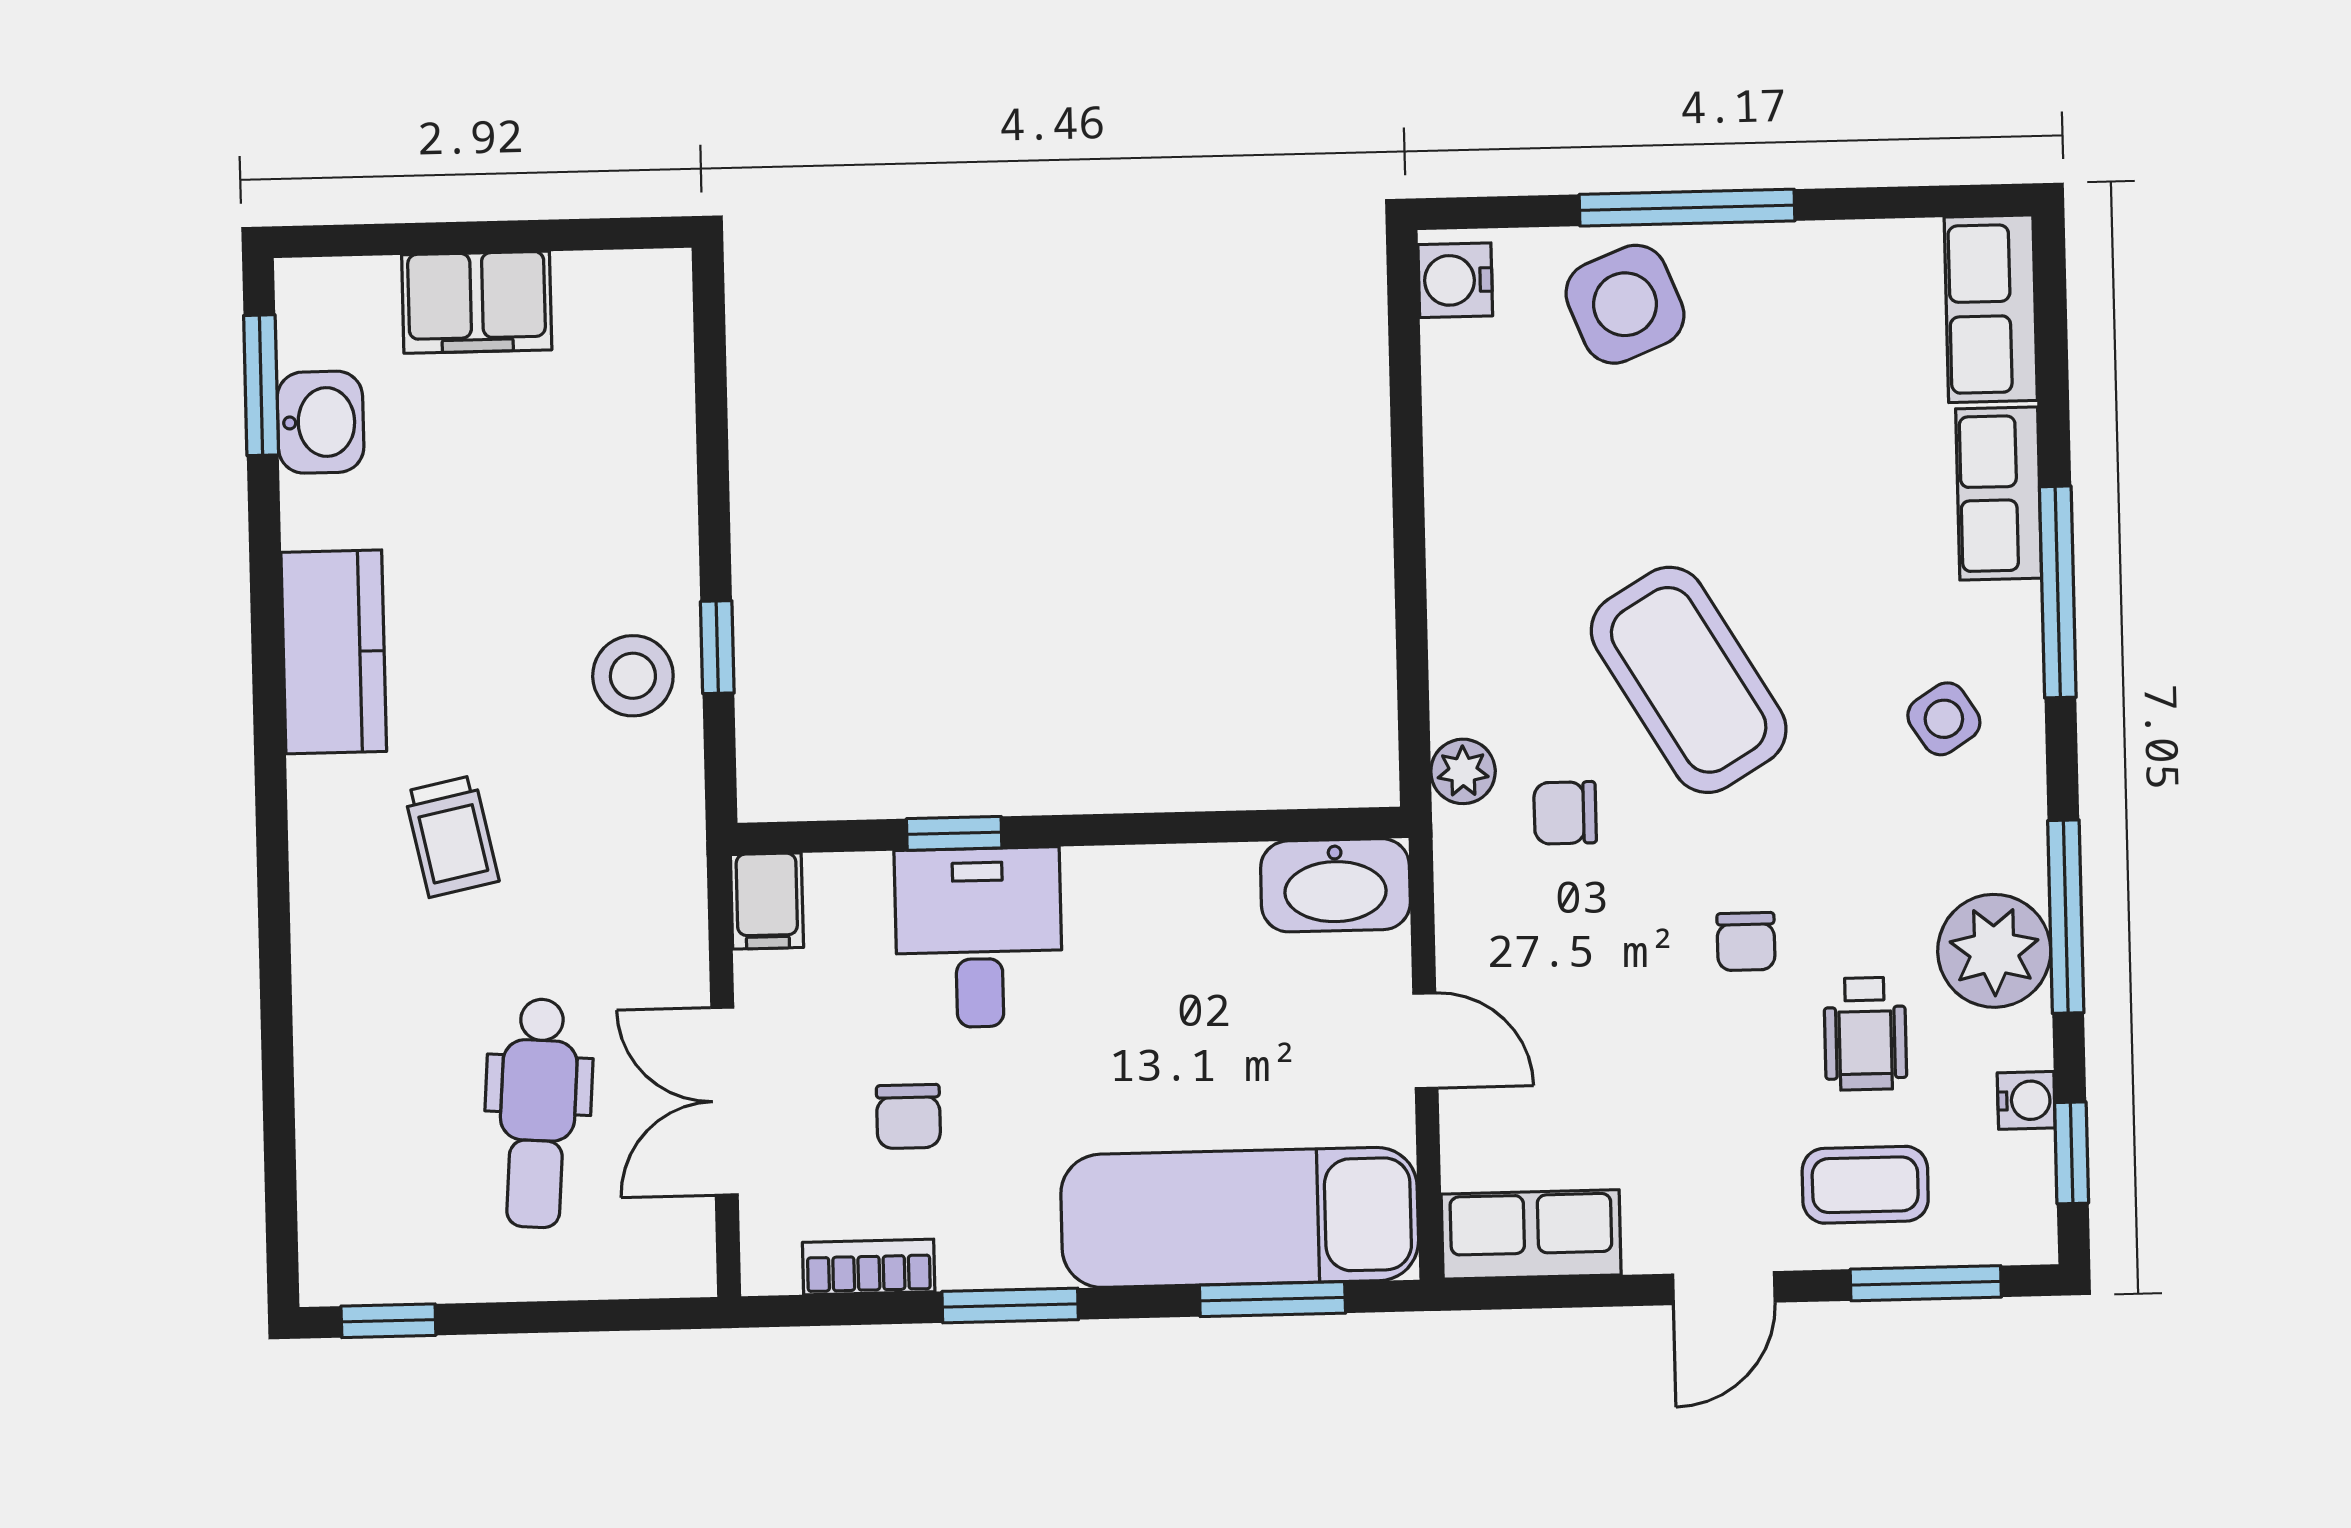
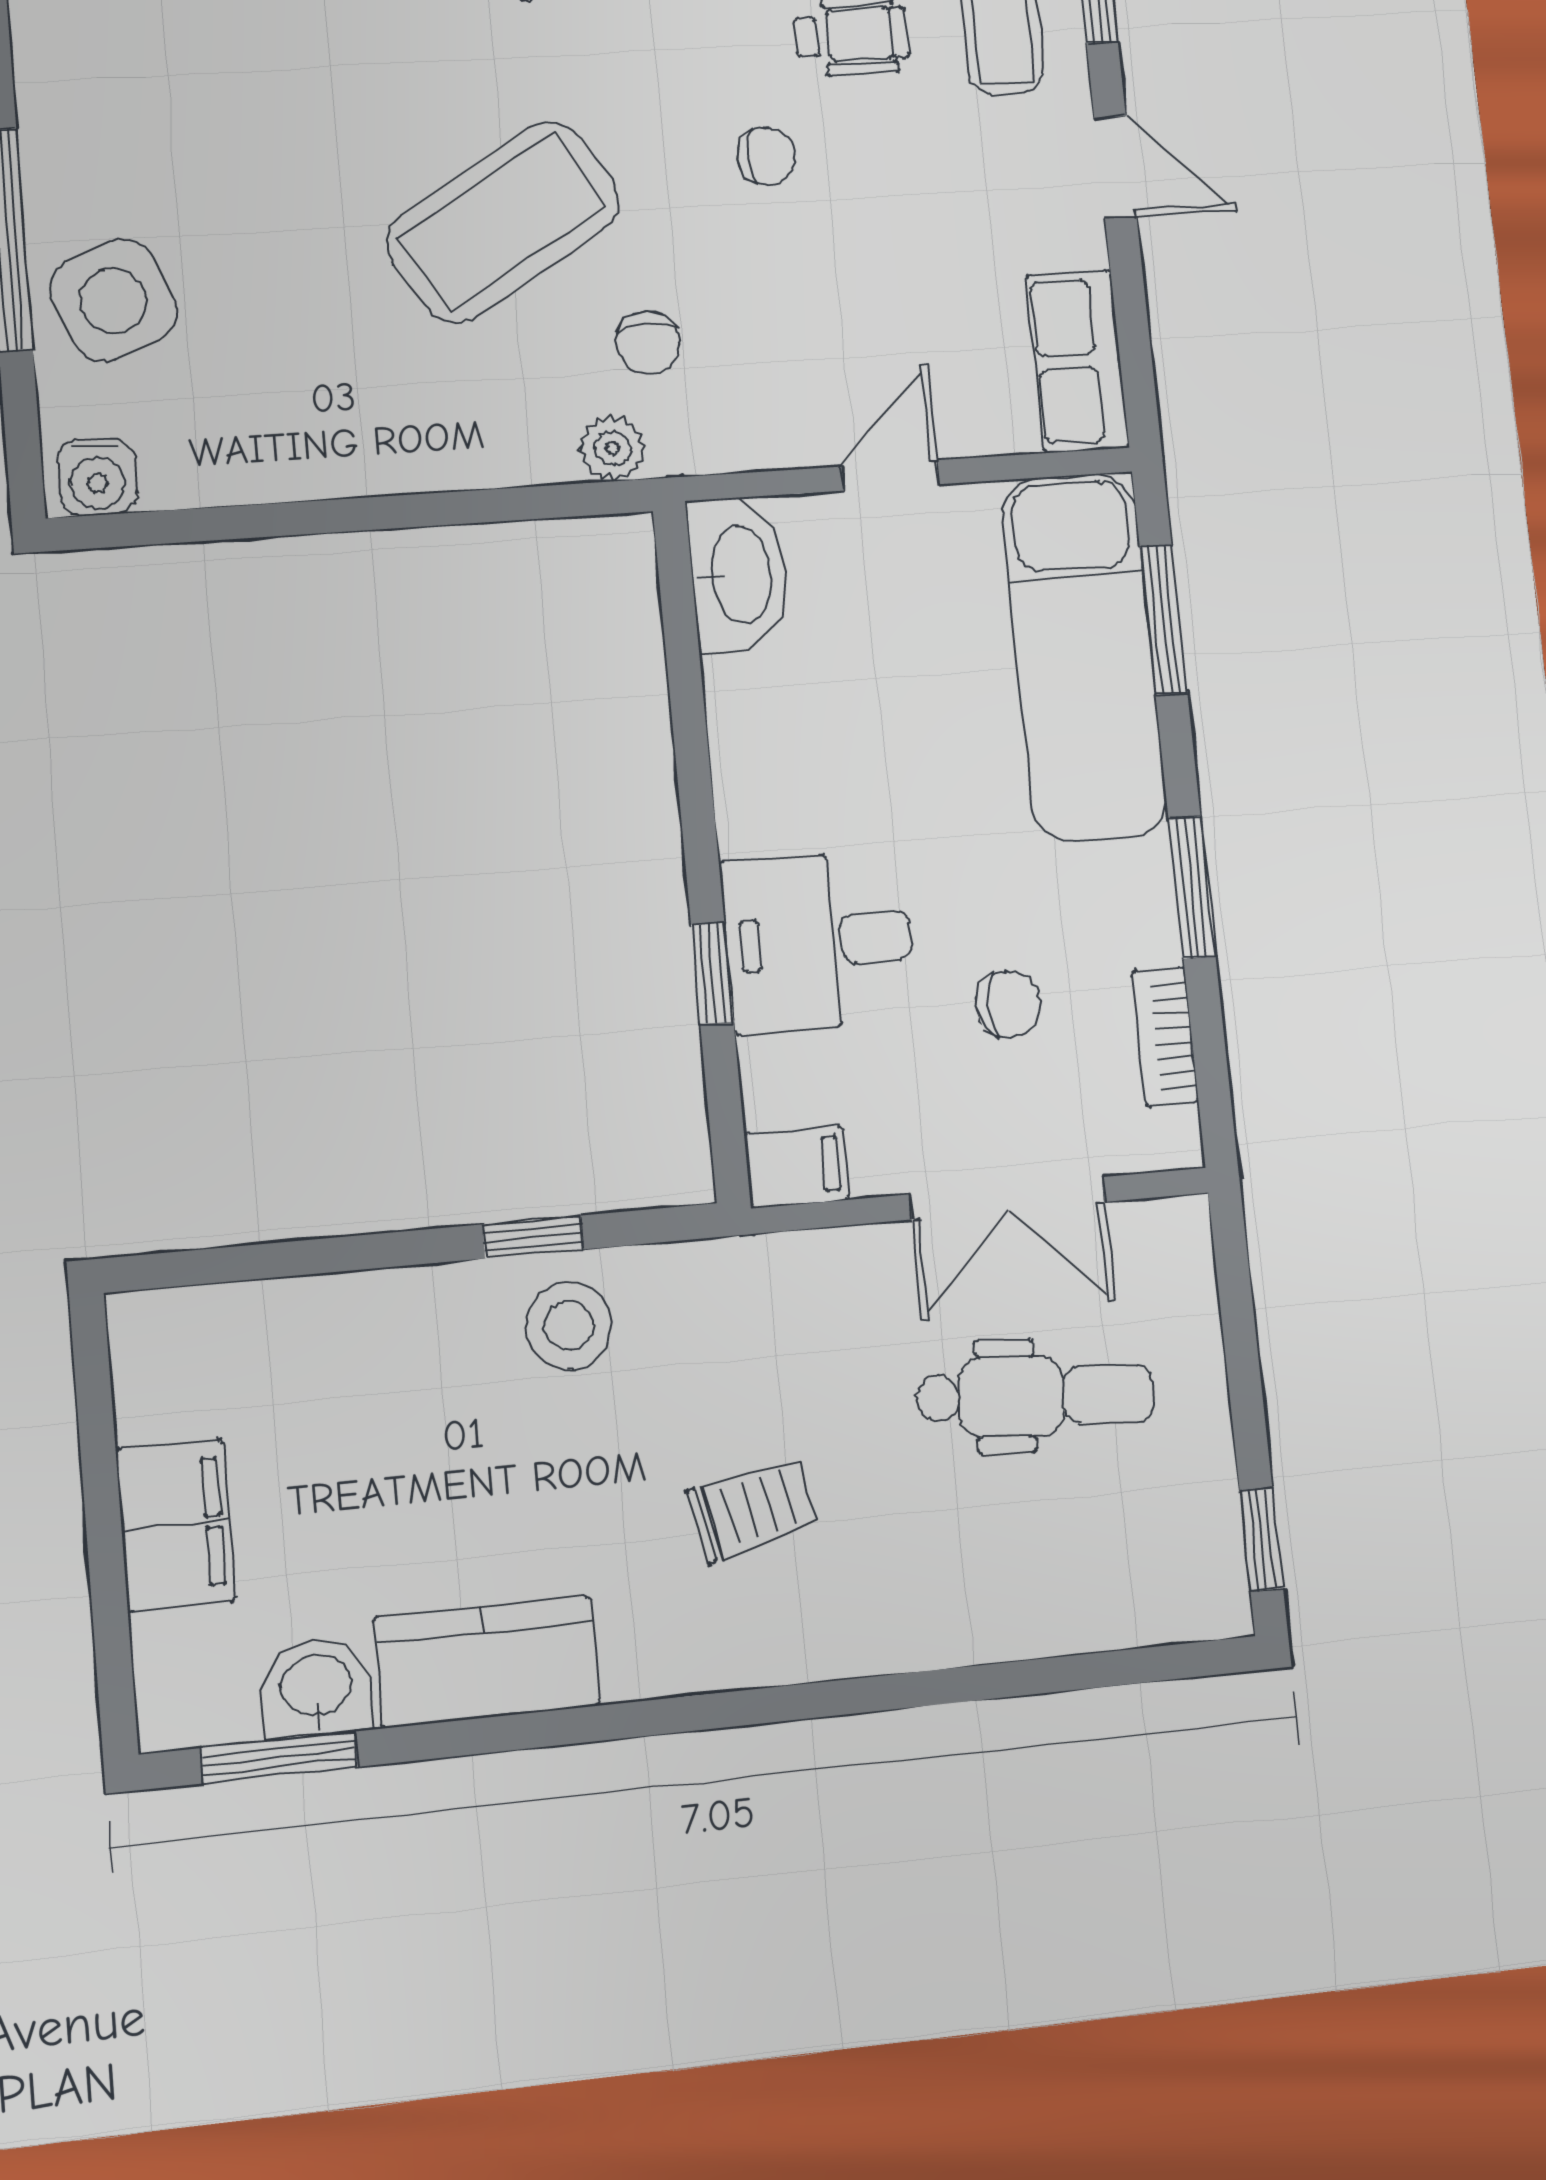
kitchen counter: (334, 652) -> (486, 1662), moved

